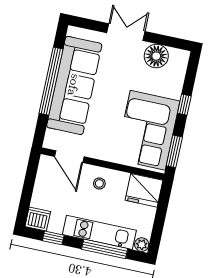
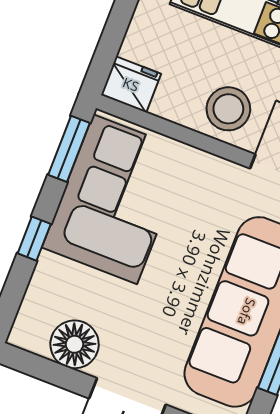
stool: (99, 183) -> (228, 109), width x1.89, depth x1.89
fridge: (144, 190) -> (131, 84), width x0.73, depth x0.75

